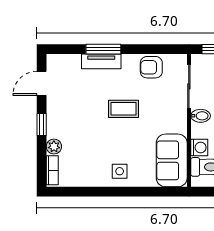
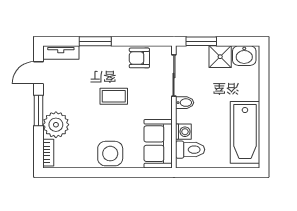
tv unit: (101, 61) -> (61, 53), moved
window: (42, 124) -> (38, 111), width x1.50
plant: (54, 147) -> (56, 125), width x1.88, depth x1.88
side table: (120, 171) -> (110, 154), width x1.87, depth x1.87

